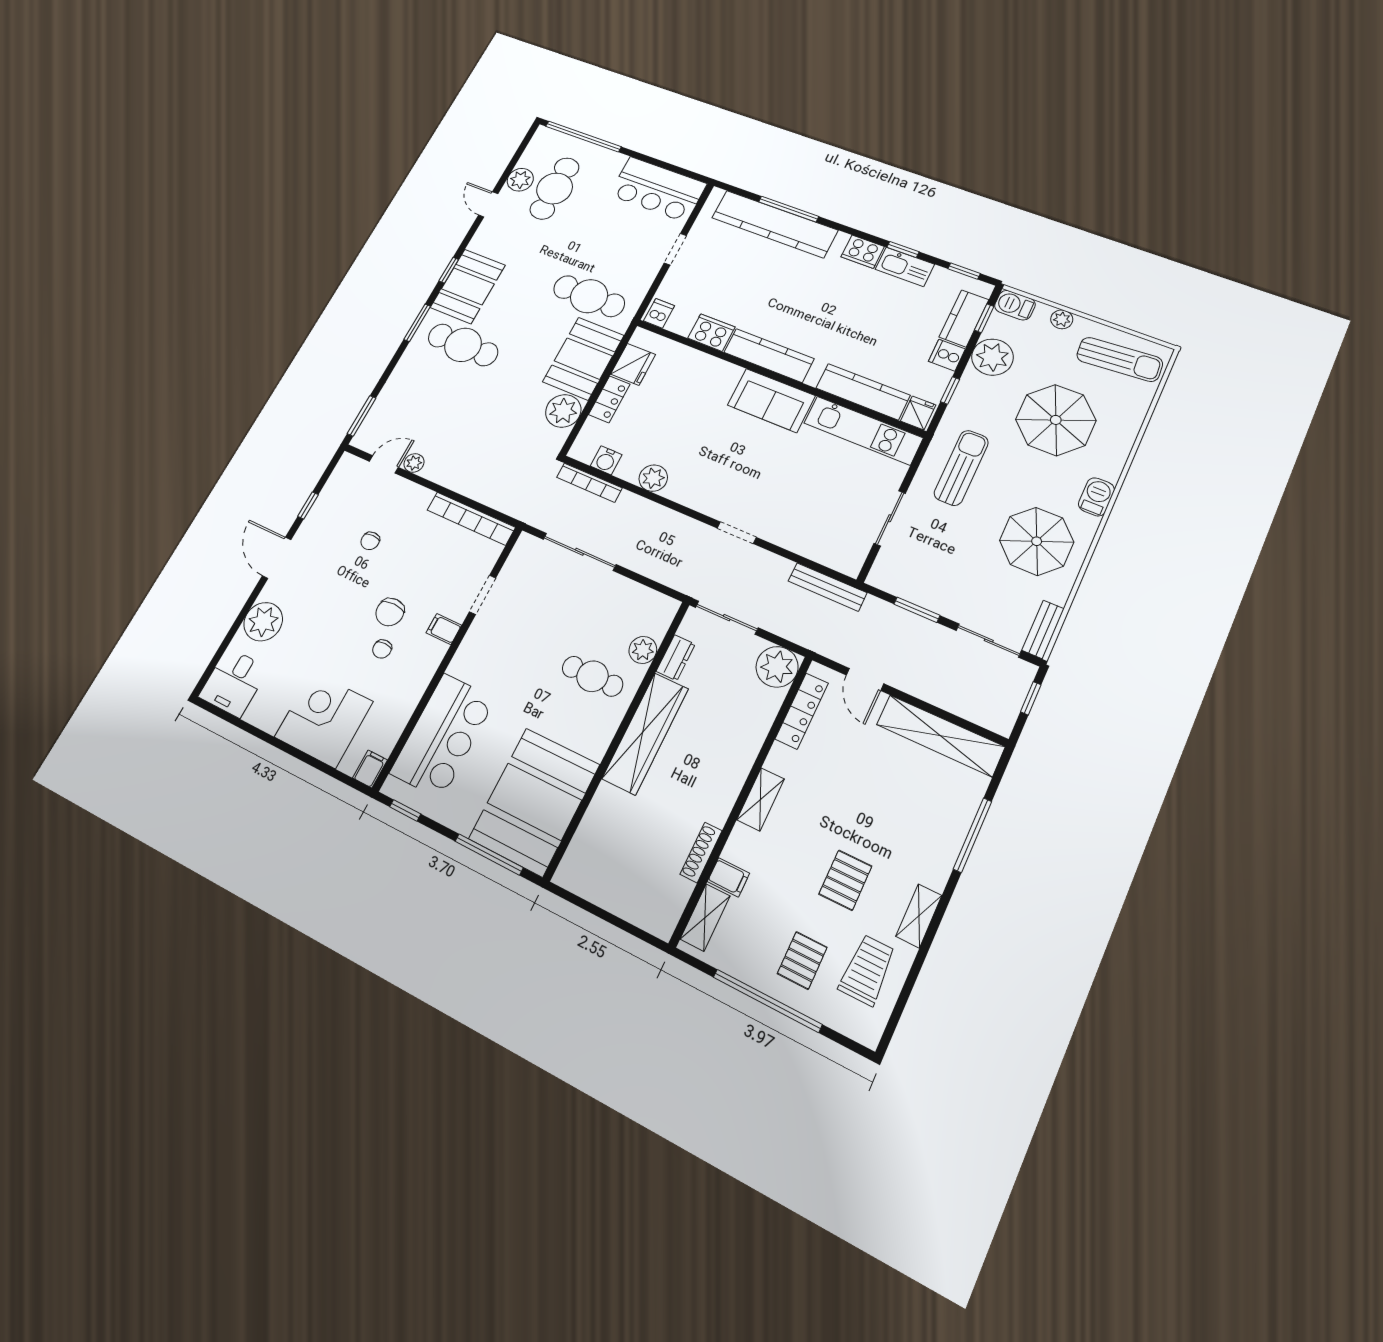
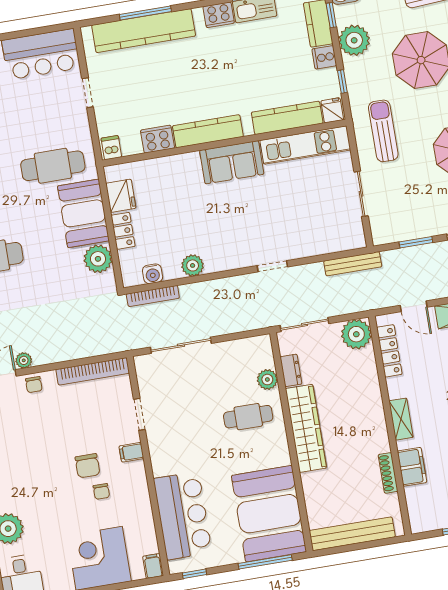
chair: (370, 541) -> (34, 385), moved
filing cabinet: (728, 877) -> (412, 467), width x2.00
bench: (609, 895) -> (352, 534), added
shelving: (705, 917) -> (416, 507), removed

